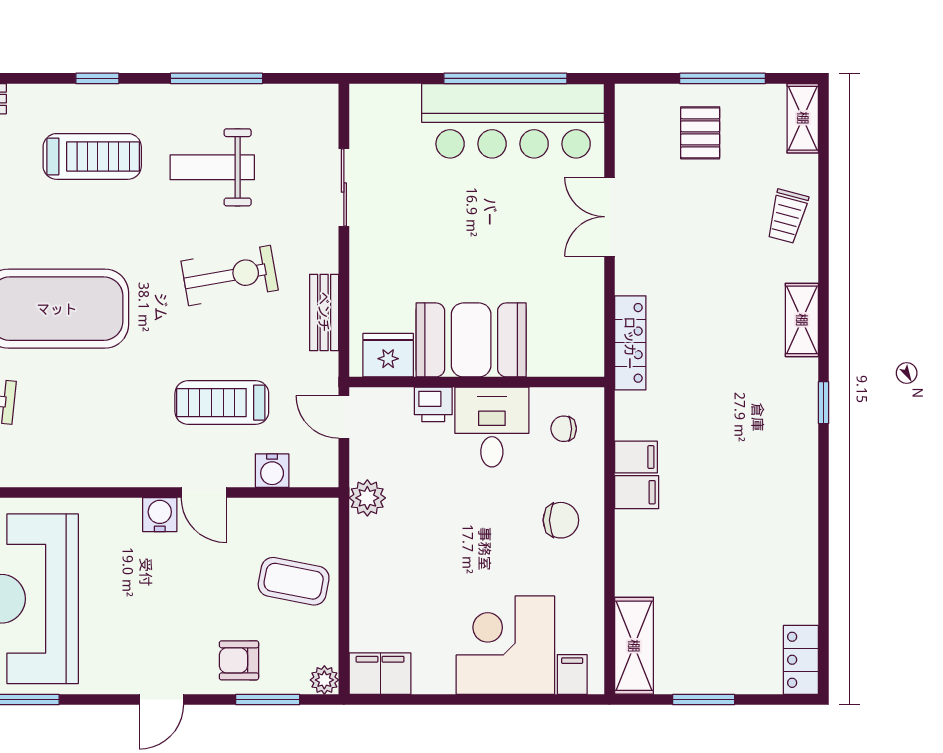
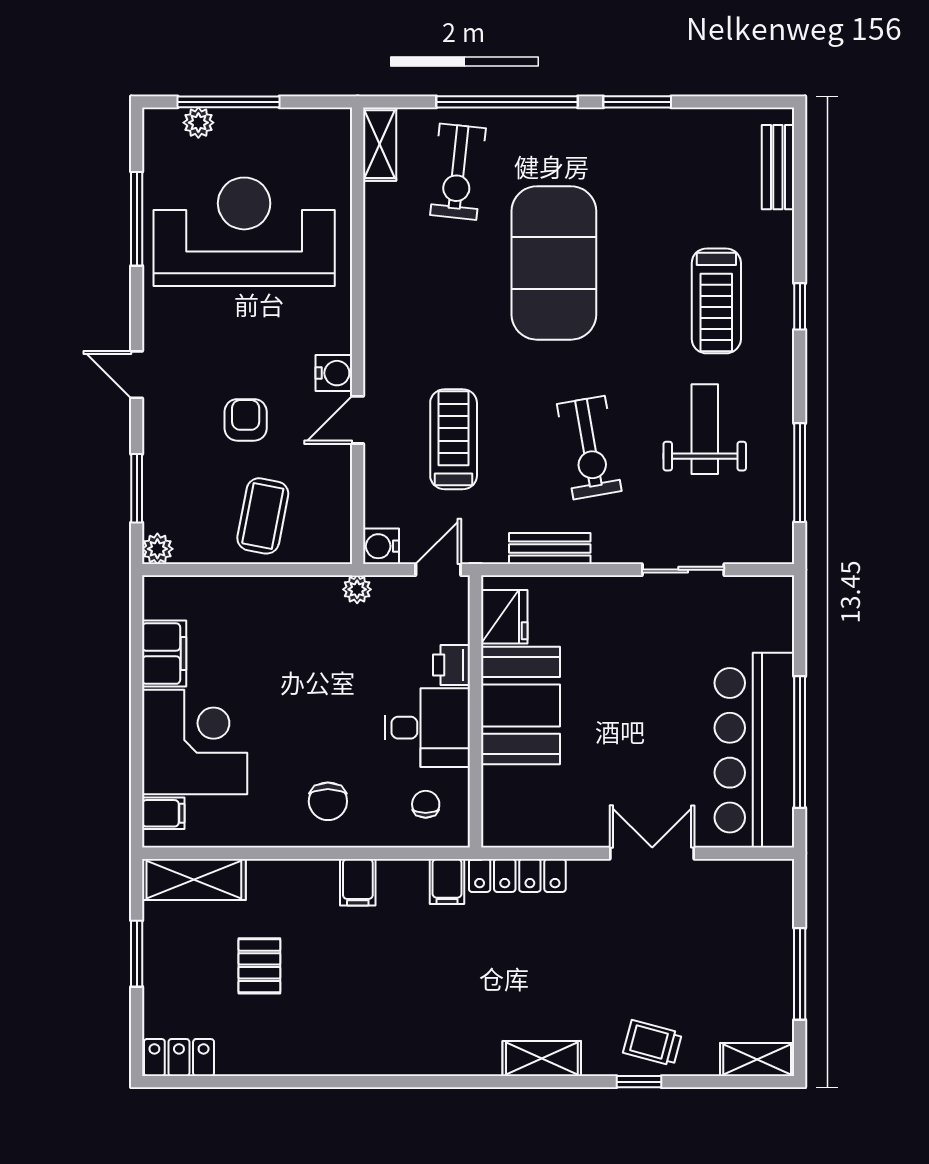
window: (216, 78) -> (800, 473), moved
pallet: (700, 133) -> (259, 966), moved, turned 90
window: (823, 403) -> (639, 1082), moved
filing cabinet: (636, 457) -> (447, 882), moved
water cooler: (272, 471) -> (381, 546), moved
plant: (367, 498) -> (357, 589), width x0.73, depth x0.73
armchair: (239, 660) -> (246, 420), moved
filing cabinet: (380, 674) -> (164, 654), moved

